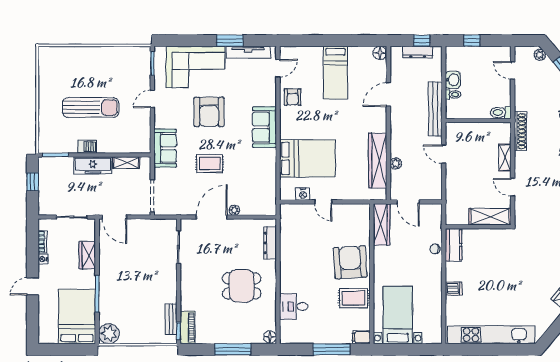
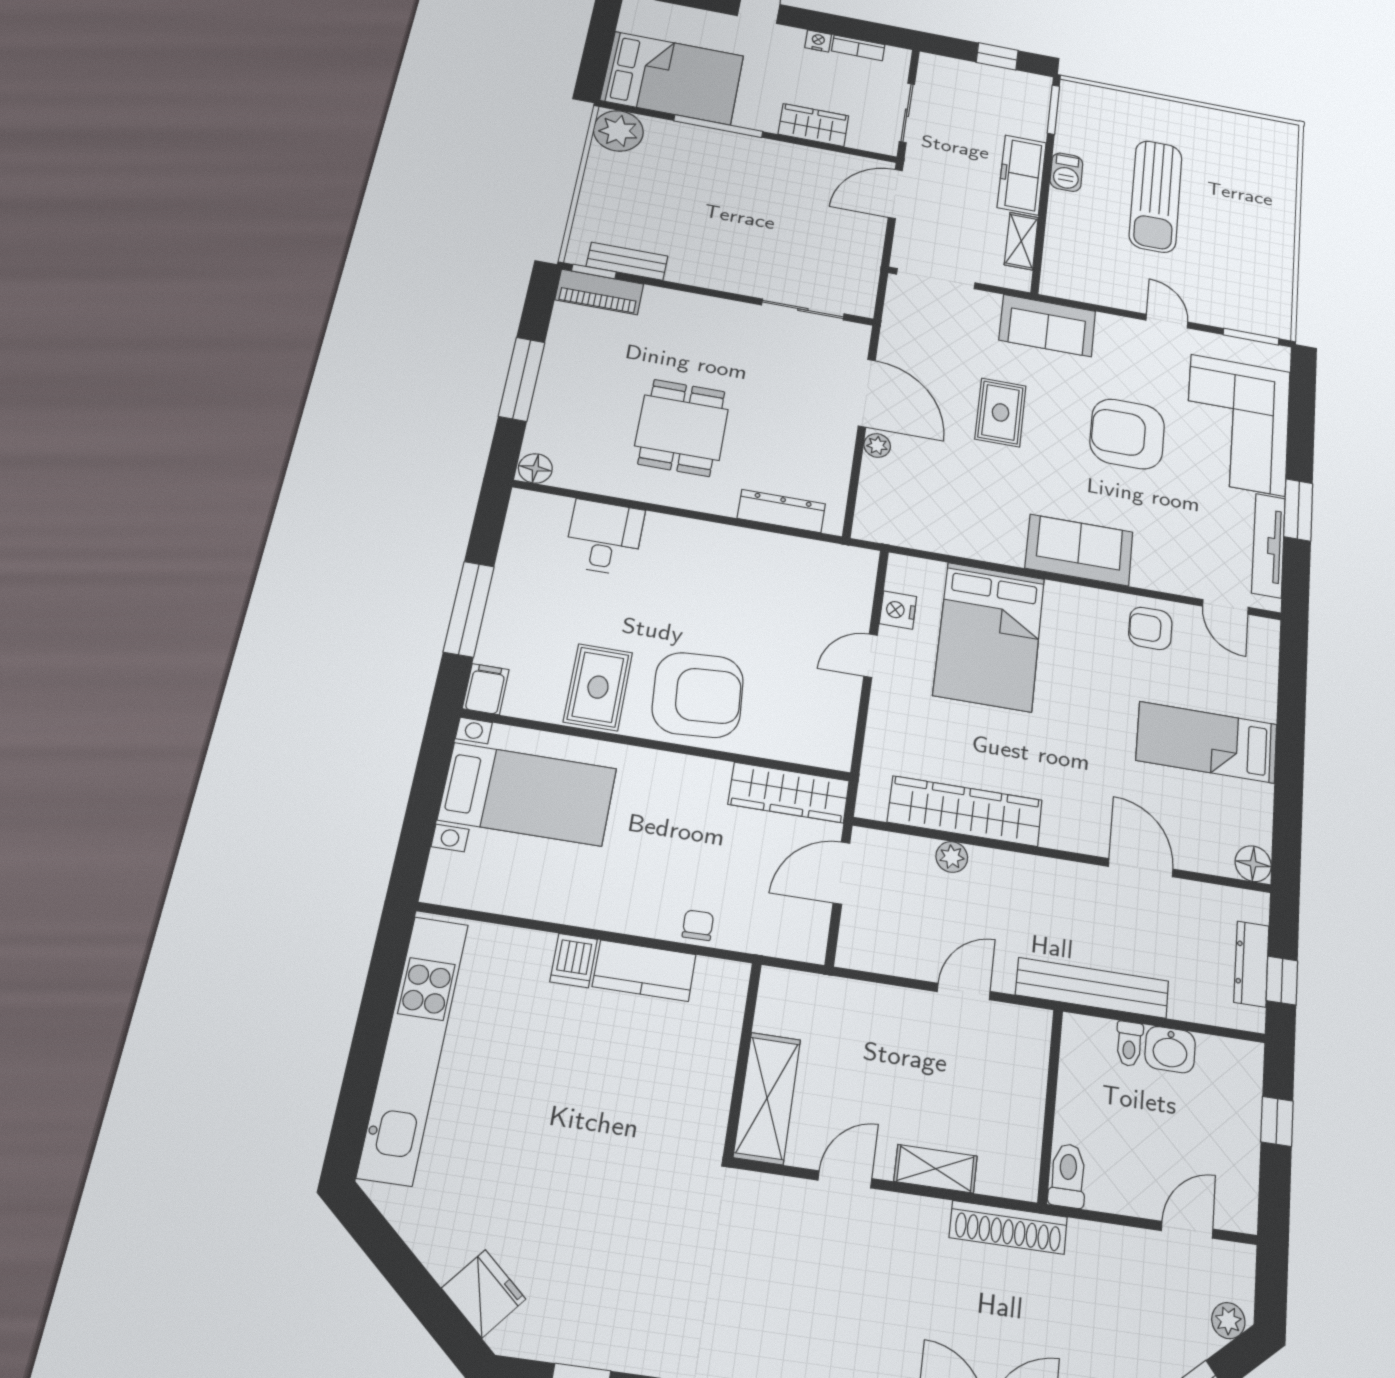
kitchen counter: (454, 245) -> (644, 971), moved

